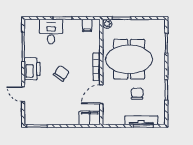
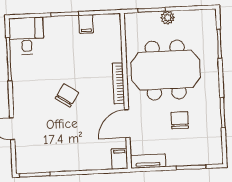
plant: (107, 24) -> (168, 18), moved
filing cabinet: (87, 25) -> (86, 24), moved
desk: (51, 32) -> (26, 36), moved
printer: (32, 69) -> (24, 91), removed
filing cabinet: (90, 118) -> (120, 159), width x0.50
tv unit: (141, 120) -> (148, 161), moved, width x0.71

